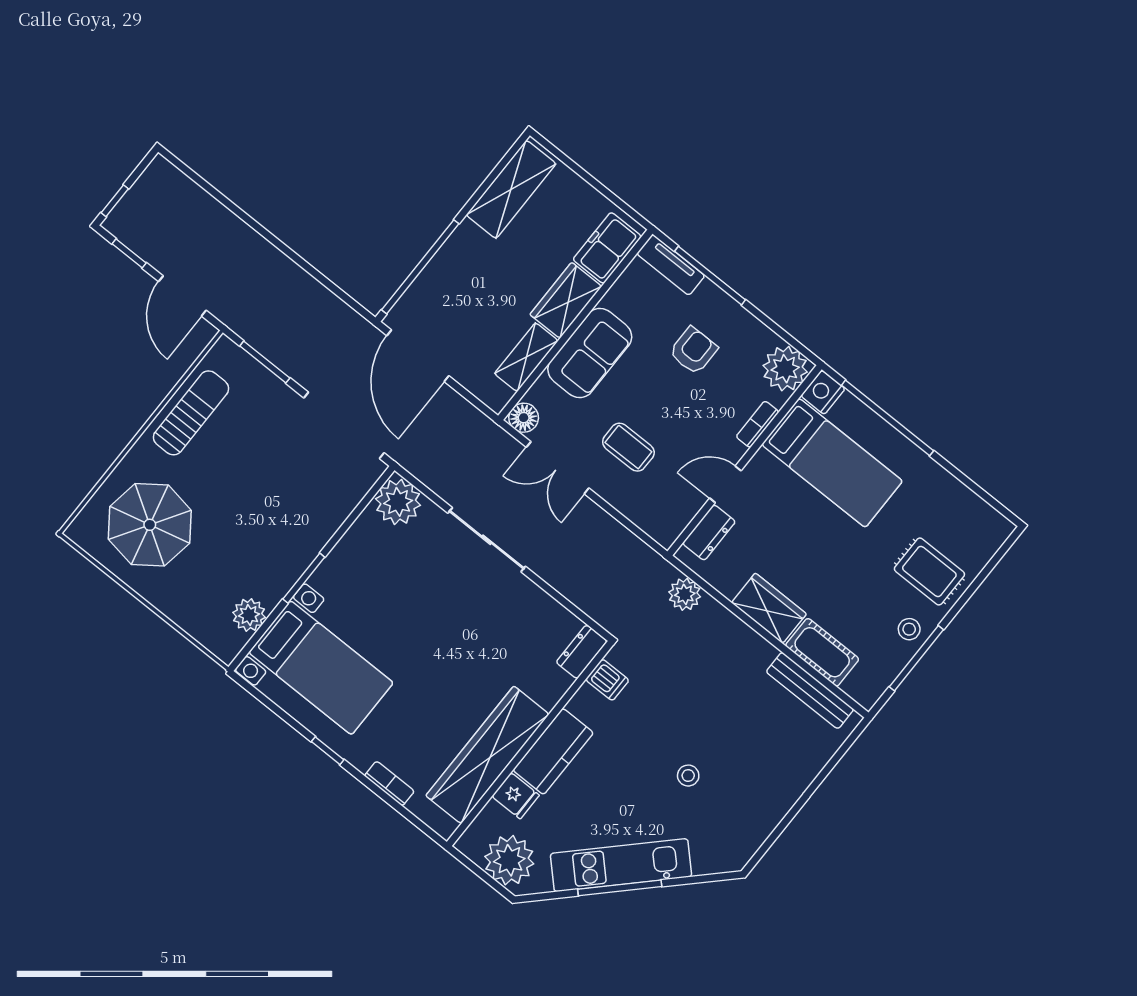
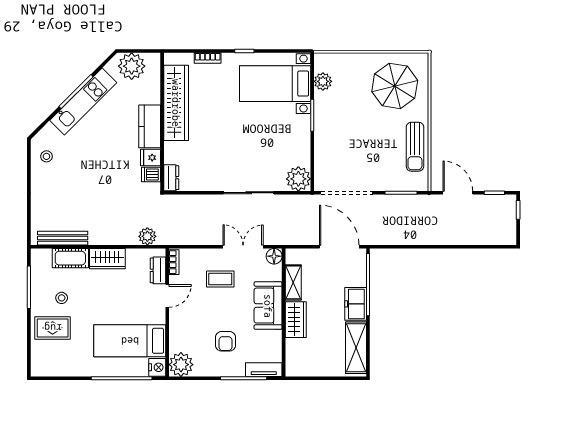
freezer: (607, 248) -> (356, 304), moved, turned 180
bookcase: (757, 424) -> (174, 262), moved
stool: (909, 629) -> (62, 298), moved
stool: (688, 776) -> (46, 156), moved
fridge: (516, 796) -> (151, 158), moved

